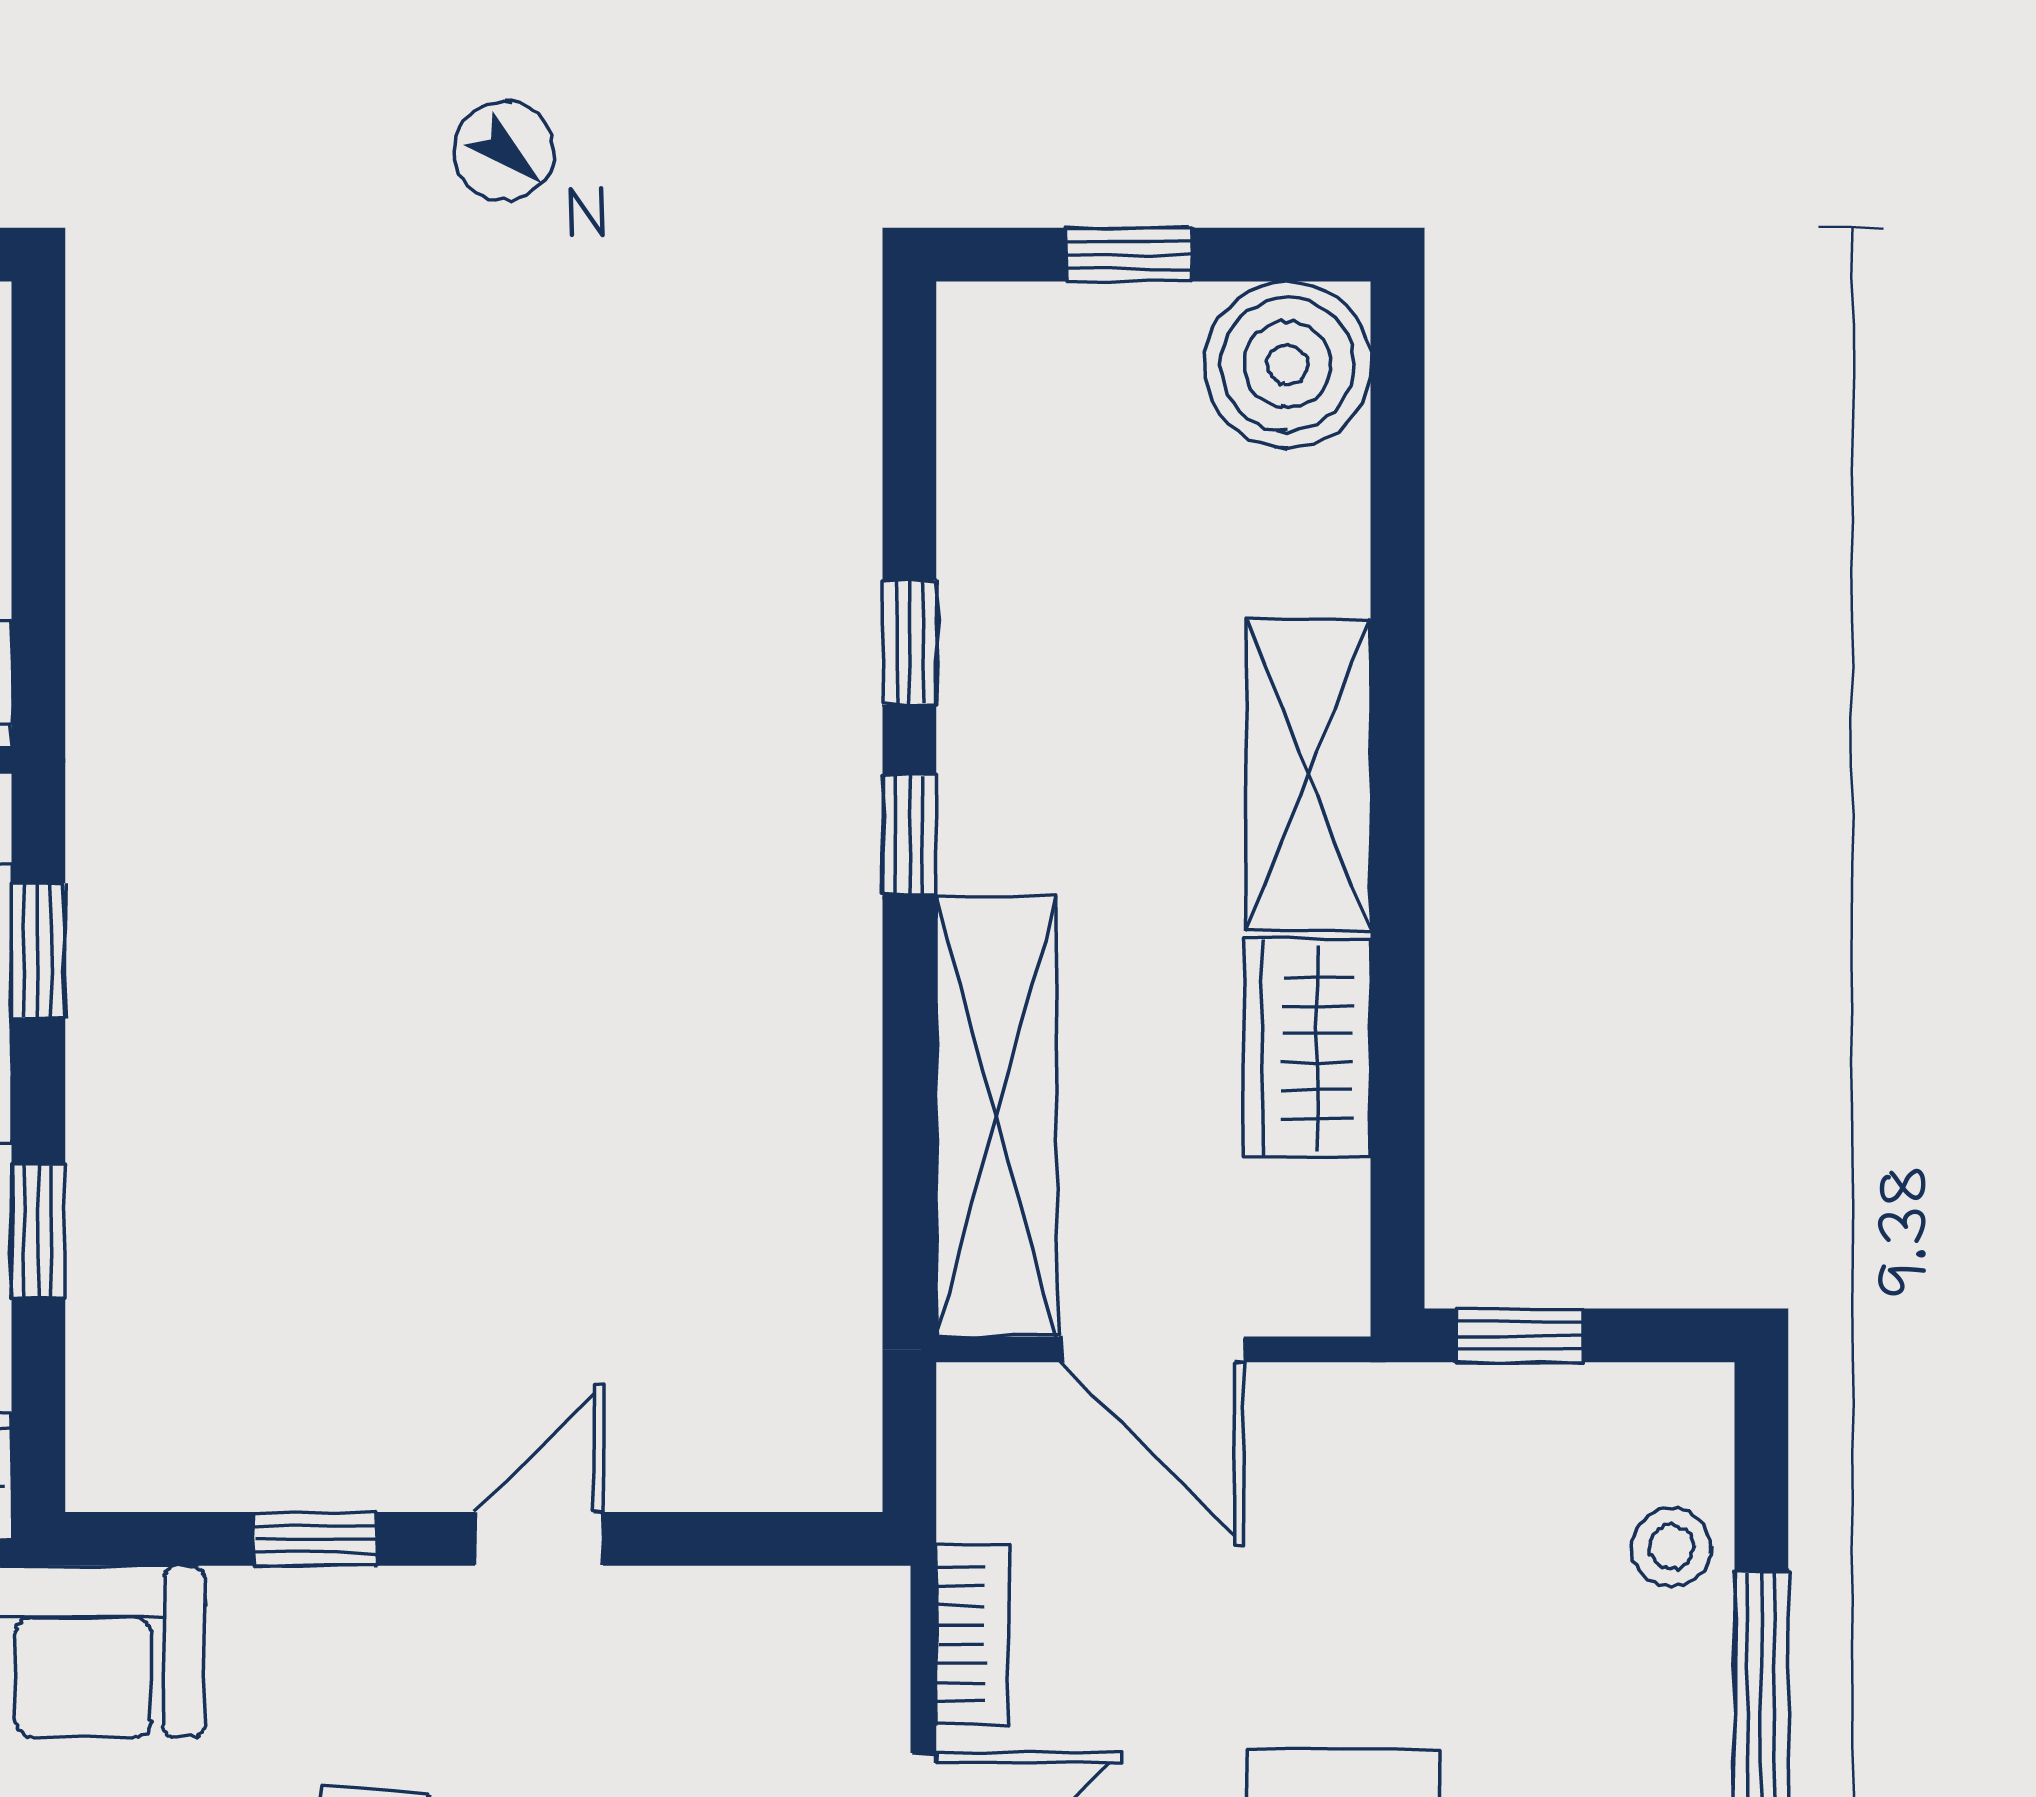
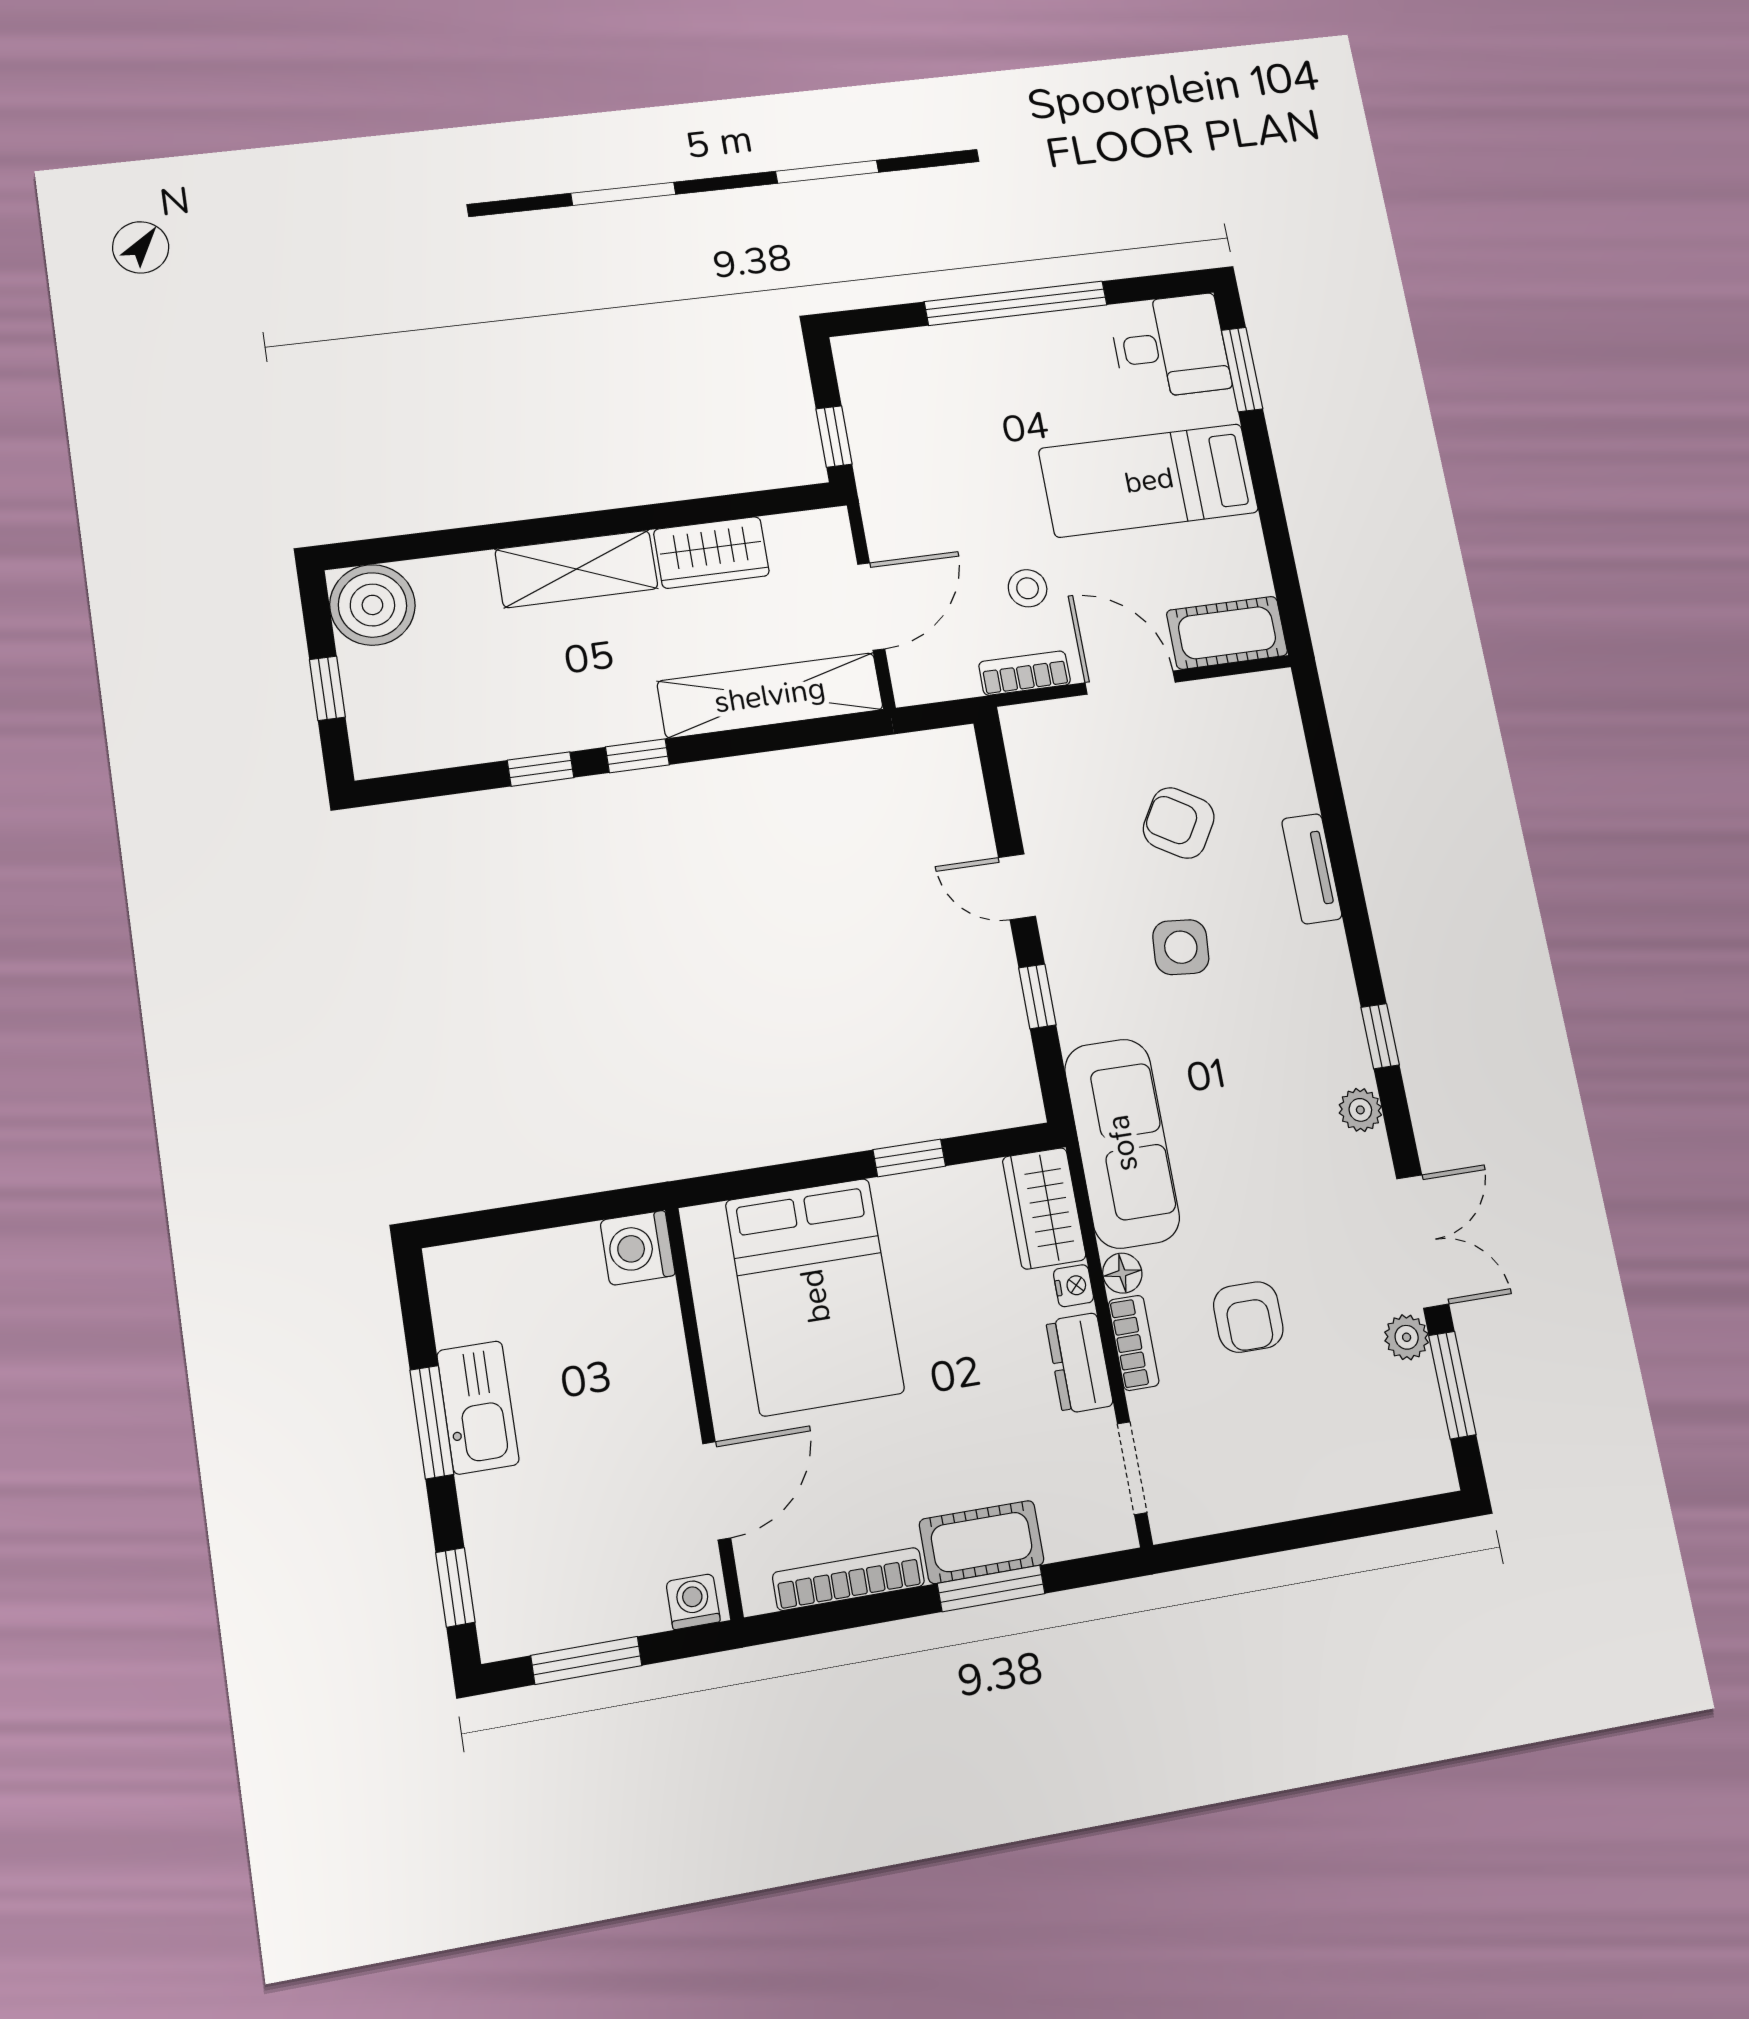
window: (38, 951) -> (767, 1180), removed
stool: (1671, 1547) -> (1028, 588), moved

